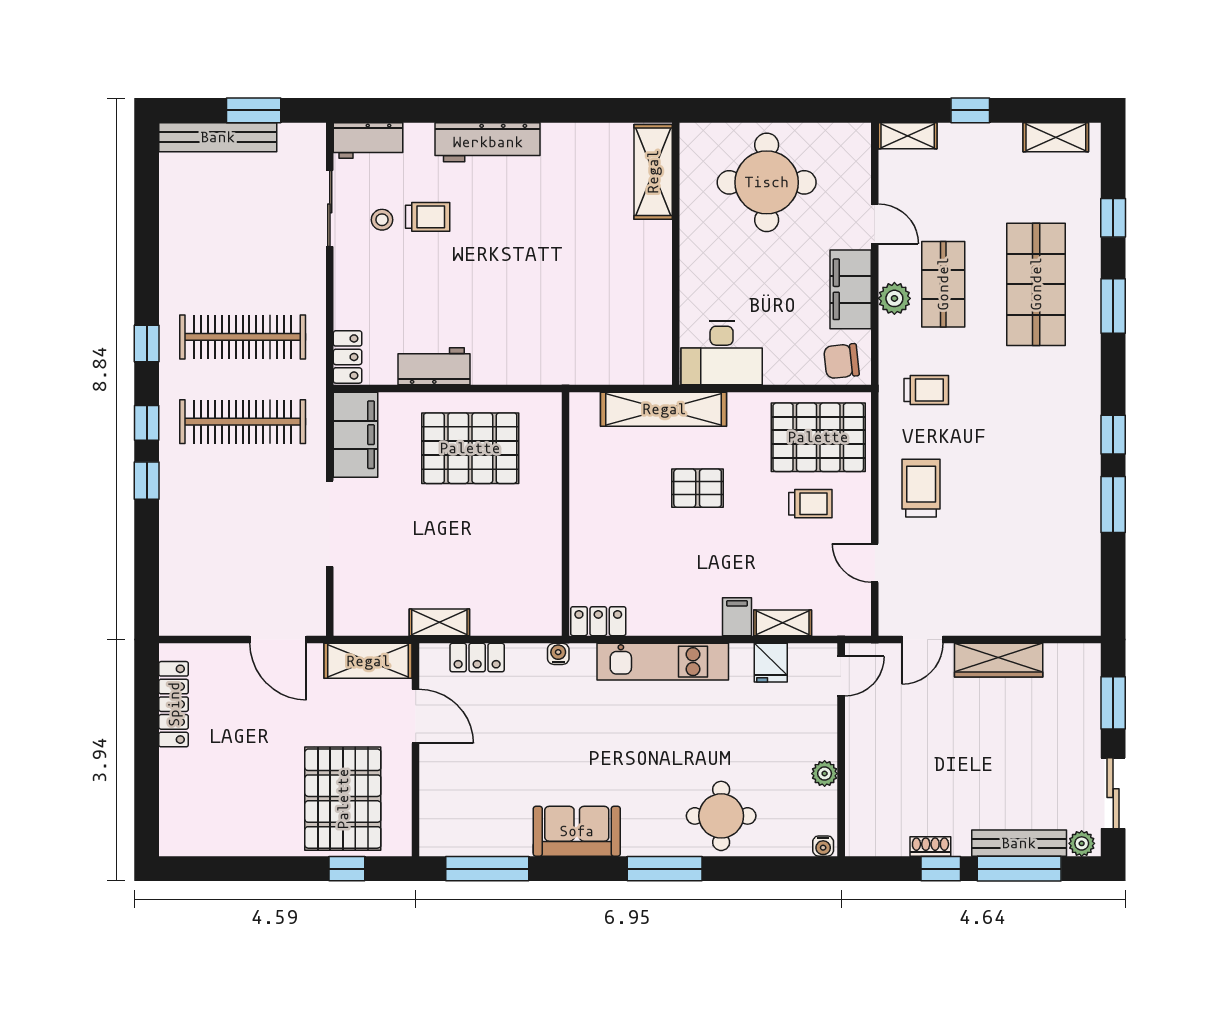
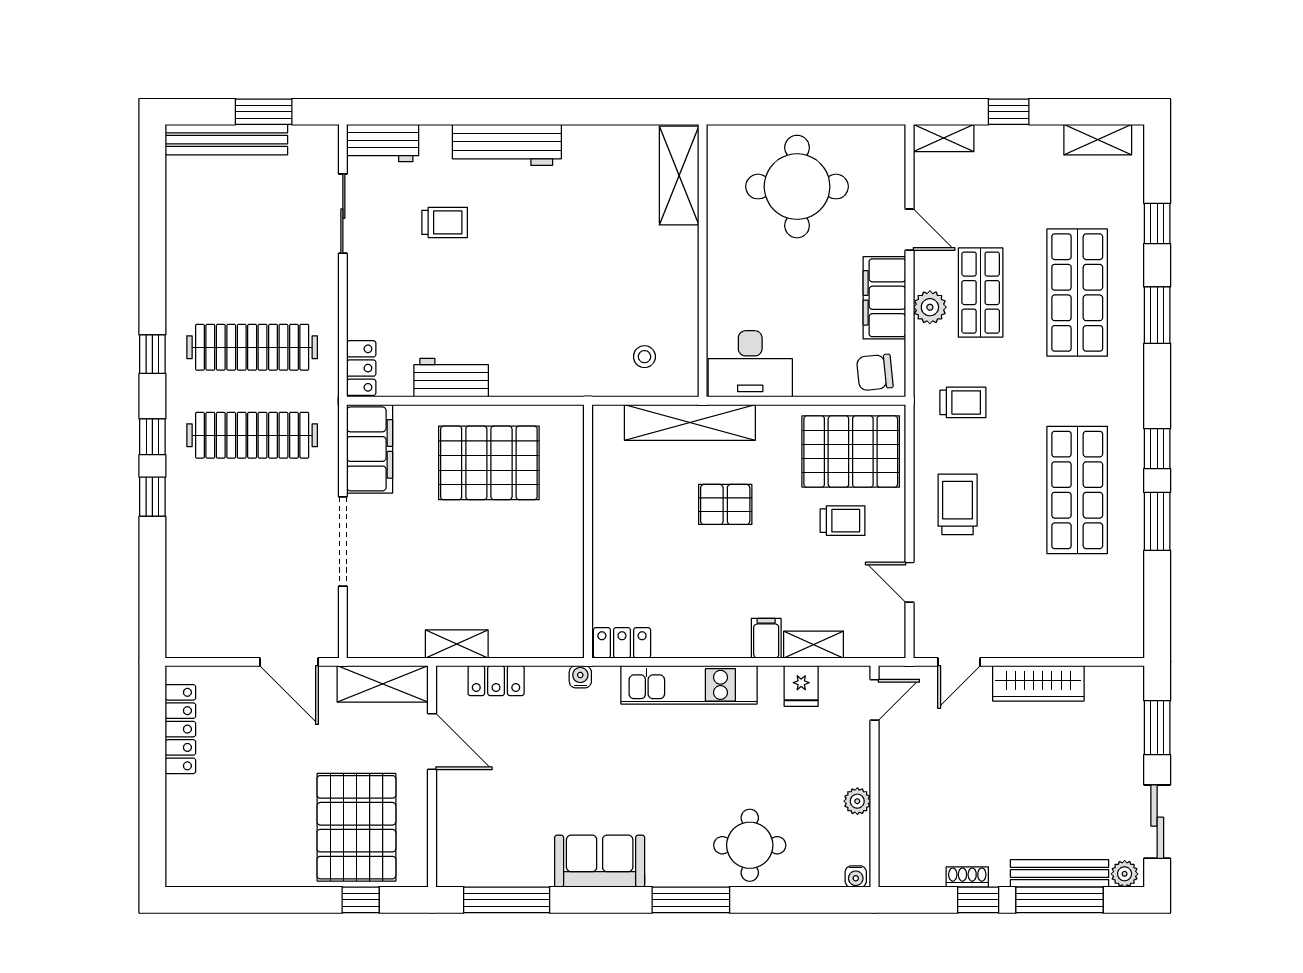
stool: (382, 220) -> (644, 357), moved
shop shelf: (1036, 474) -> (1077, 490), added

